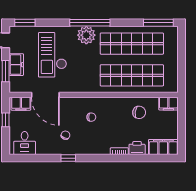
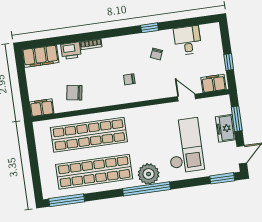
door: (45, 95) -> (187, 98), width x0.53
desk: (25, 143) -> (188, 40), moved

